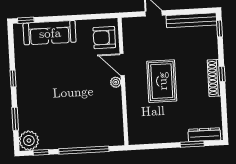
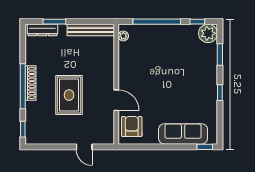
bench: (191, 20) -> (91, 30), moved
armchair: (104, 38) -> (132, 127), turned -90
window: (222, 74) -> (23, 86), width x3.17
rug: (162, 81) -> (69, 95), moved
plant: (116, 82) -> (123, 36), moved

